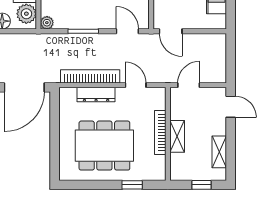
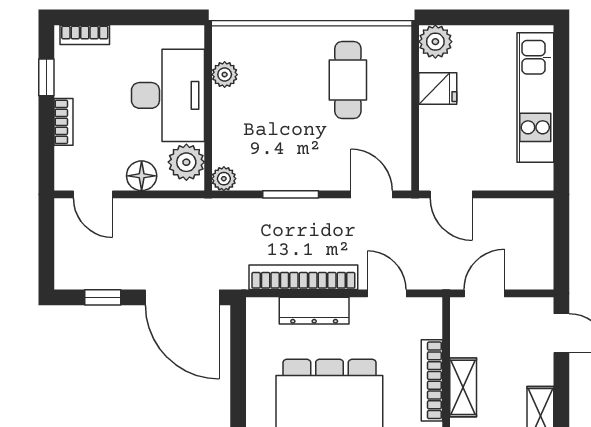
door: (24, 87) -> (182, 297), hinge flipped

